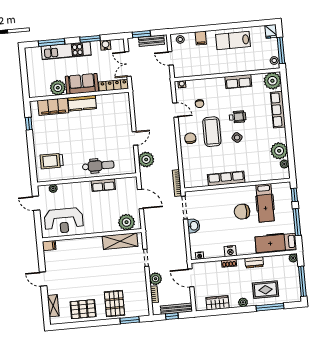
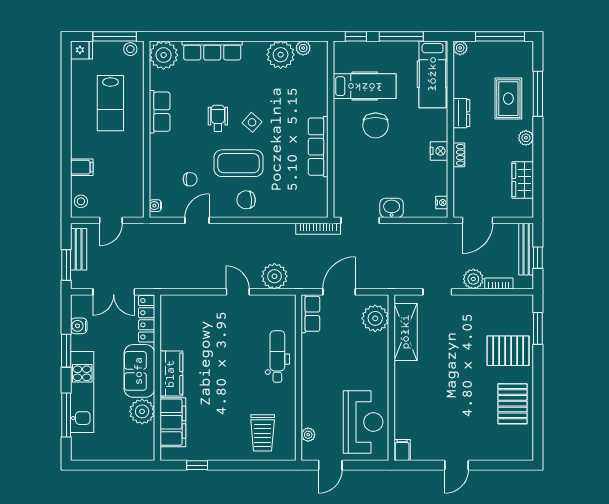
lab bench: (233, 41) -> (110, 103), moved
row of seats: (103, 185) -> (310, 314), moved
shelving: (53, 306) -> (502, 453), removed

